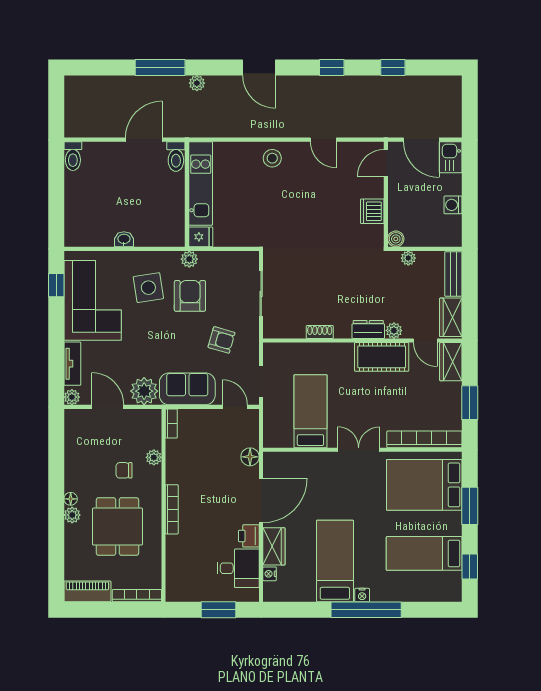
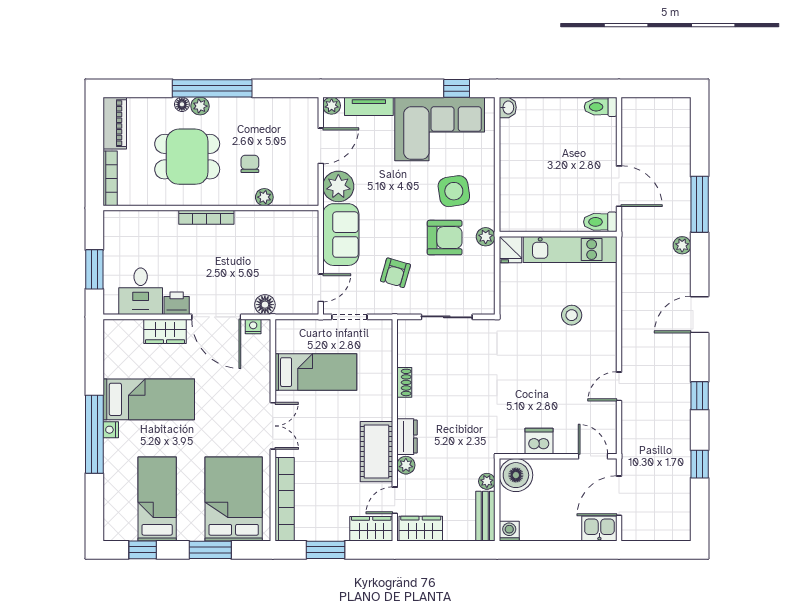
stool: (272, 158) -> (572, 315), moved
washing machine: (453, 205) -> (509, 531), moved
washbasin: (124, 239) -> (508, 107), moved
boiler: (396, 239) -> (516, 475), width x1.86, depth x1.86
bench: (453, 274) -> (485, 516), moved, turned 90
bookcase: (171, 423) -> (302, 217), removed
floor lamp: (71, 499) -> (182, 104), moved
window: (56, 504) -> (212, 88), added
nightstand: (270, 574) -> (253, 326), moved

